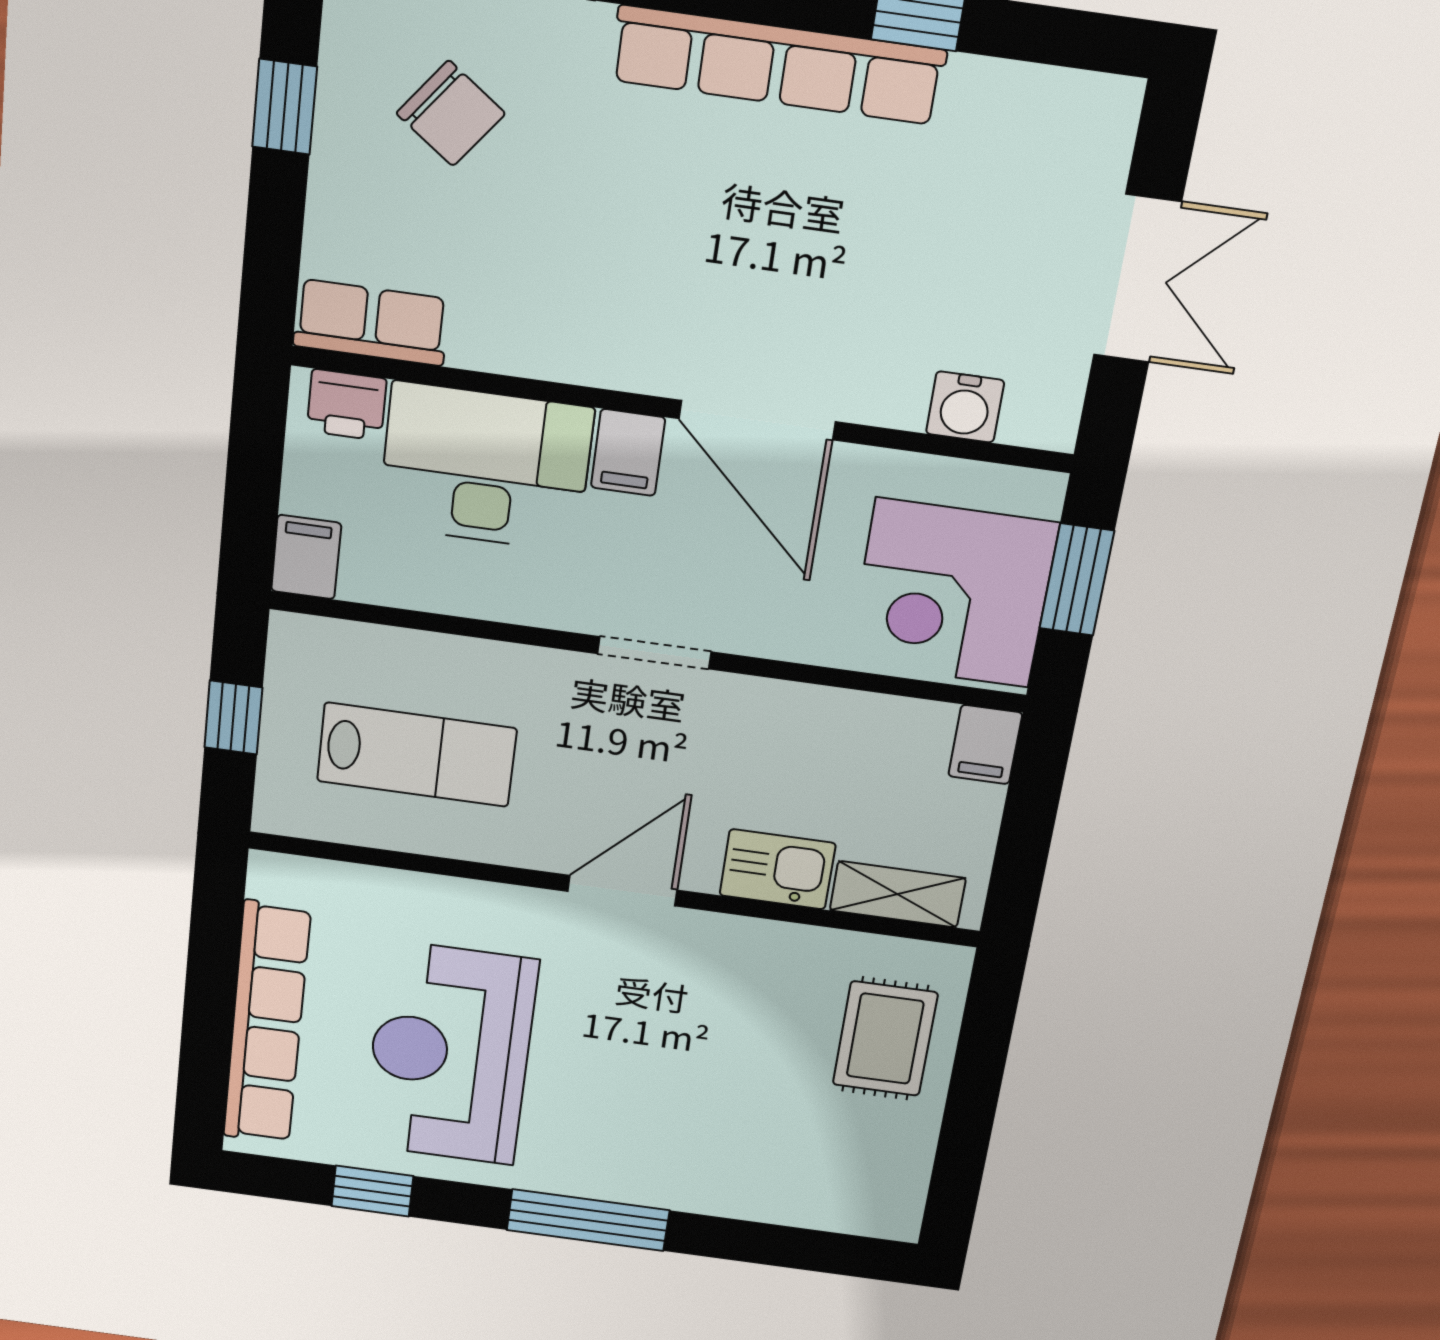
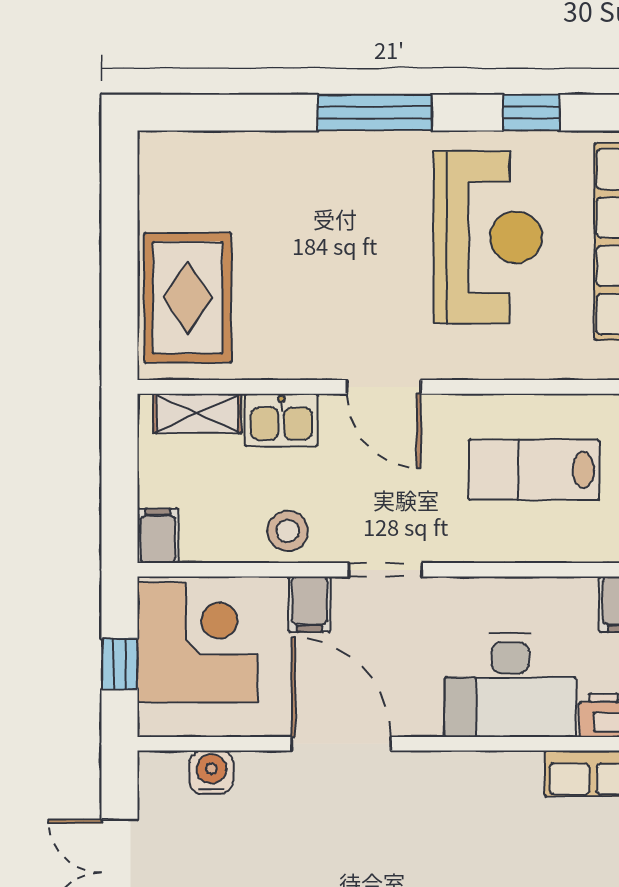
filing cabinet: (628, 452) -> (309, 604), moved, turned 180
window: (1077, 580) -> (120, 664), width x0.67
stool: (792, 725) -> (288, 531), added
door: (622, 891) -> (384, 387), hinge flipped
rug: (885, 1039) -> (188, 298), width x1.36, depth x1.43

